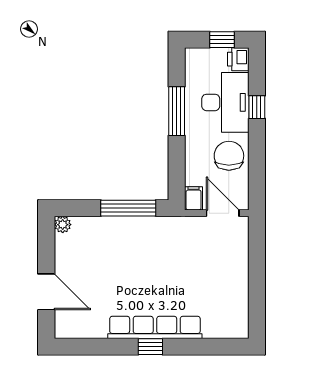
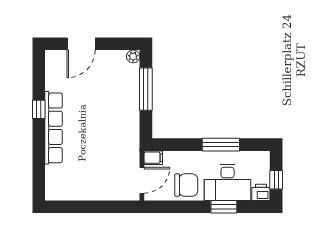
window: (257, 107) -> (224, 207), width x1.50
window: (128, 208) -> (146, 89), moved
window: (150, 347) -> (39, 109), moved

